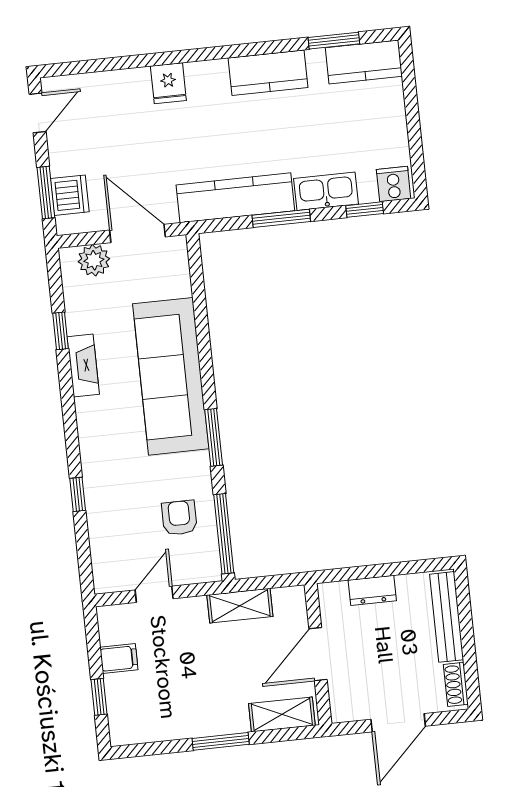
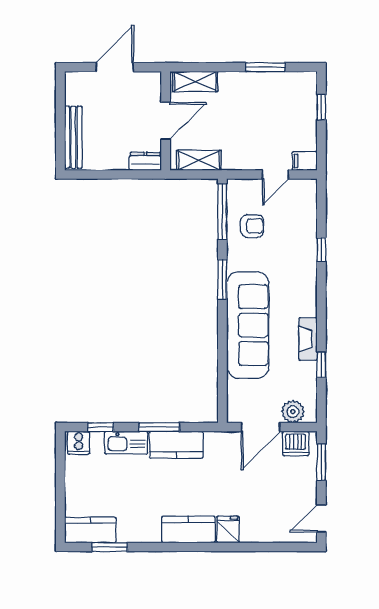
kitchen counter: (268, 73) -> (188, 529), moved
dishwasher: (70, 195) -> (296, 443), moved, turned -90
kitchen counter: (235, 198) -> (176, 445), width x0.67
door: (137, 233) -> (261, 427), hinge flipped
armchair: (179, 518) -> (252, 226), turned -90
dresser: (372, 590) -> (145, 161), moved
shelving: (240, 606) -> (199, 160), moved
filing cabinet: (119, 658) -> (305, 161), moved
shoe rack: (456, 684) -> (72, 90), removed
window: (221, 741) -> (266, 67), moved

